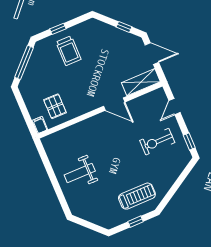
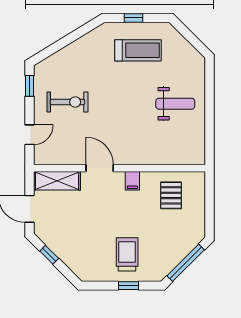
filing cabinet: (40, 125) -> (132, 181), moved
treadmill: (137, 196) -> (138, 50), moved, turned 180

